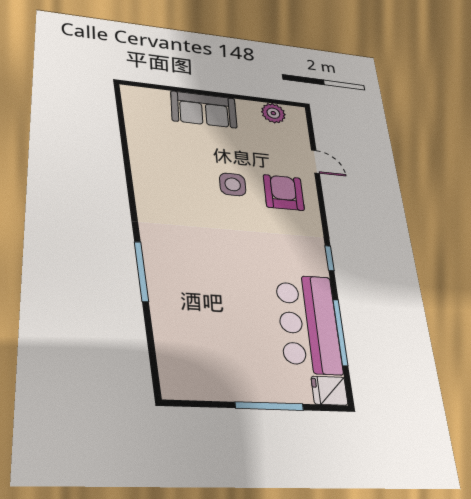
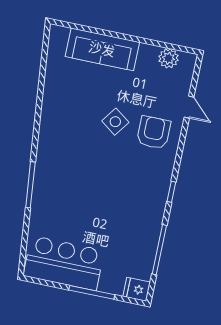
sofa: (204, 109) -> (102, 49), width x1.36
side table: (233, 184) -> (115, 122), turned 36
bar counter: (309, 323) -> (64, 263), moved, turned 90

